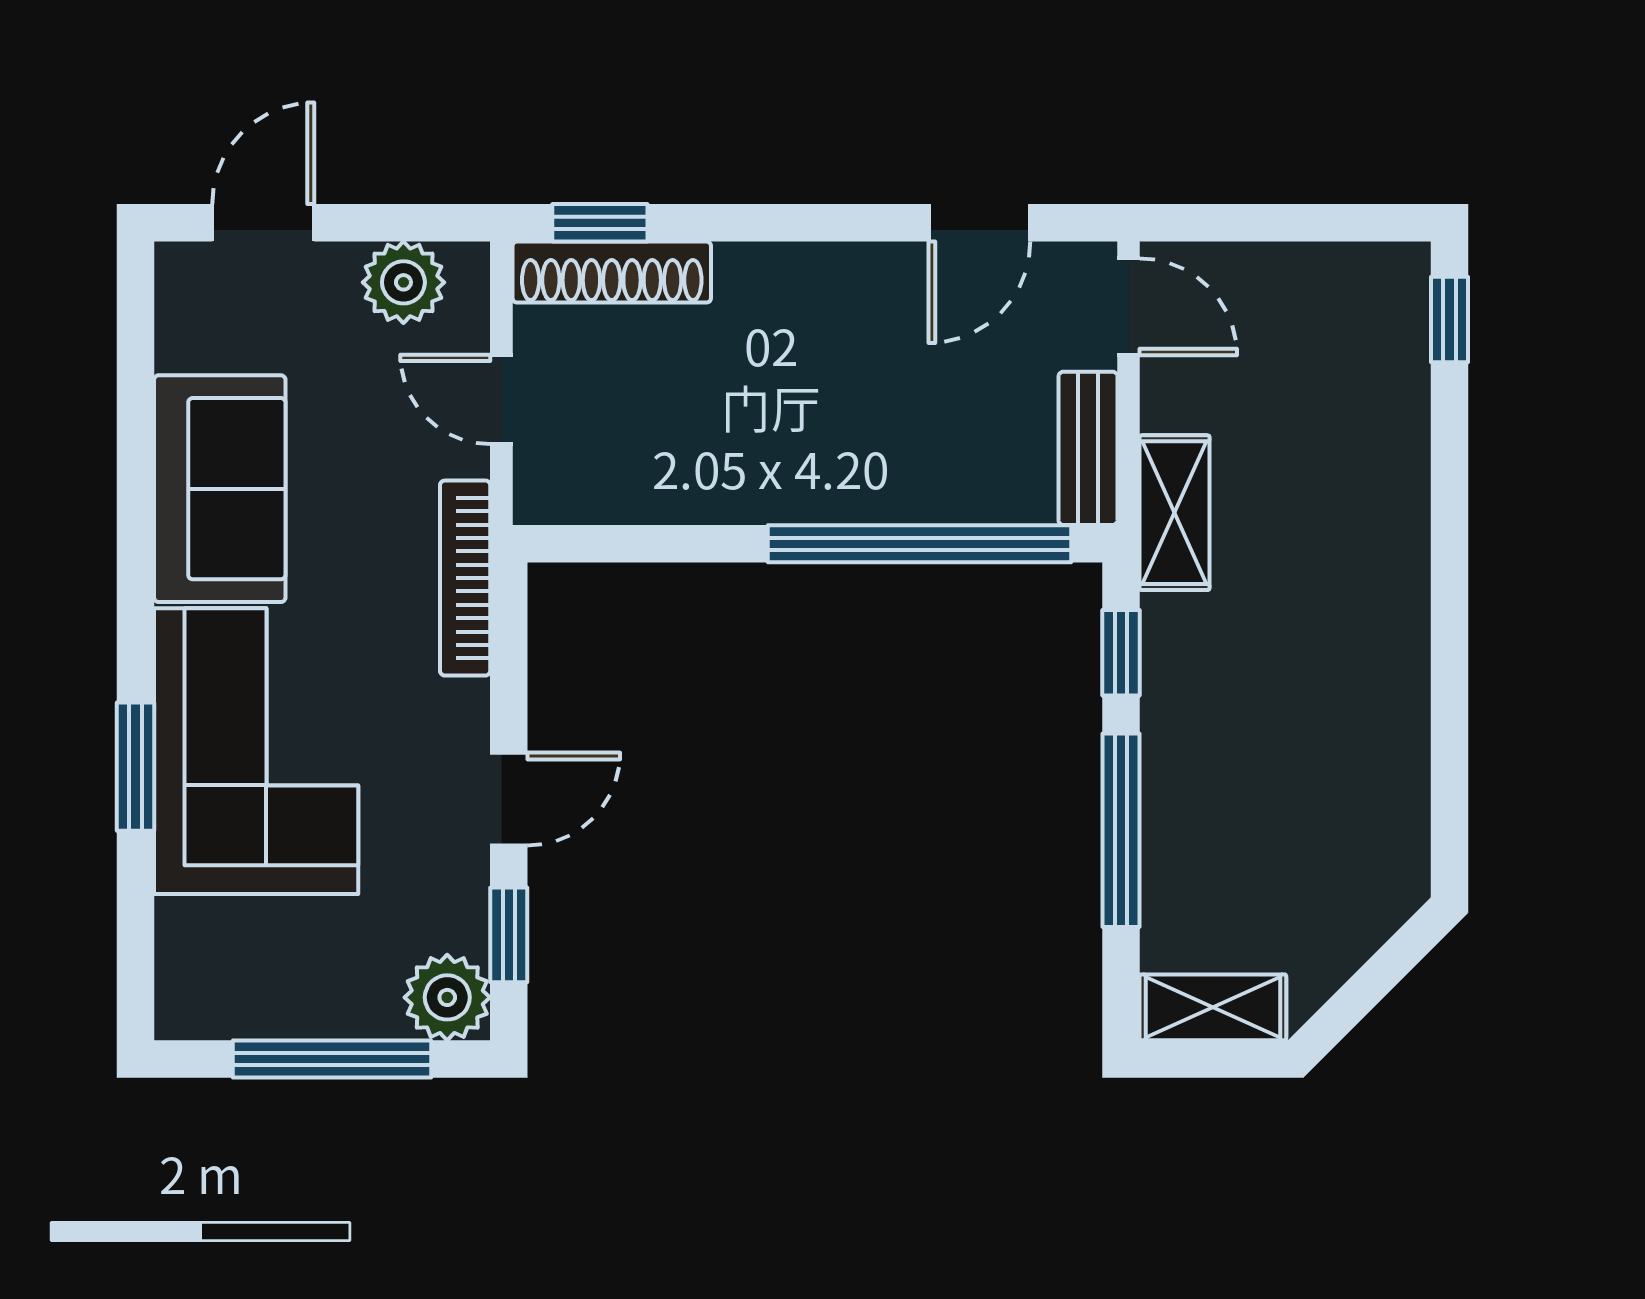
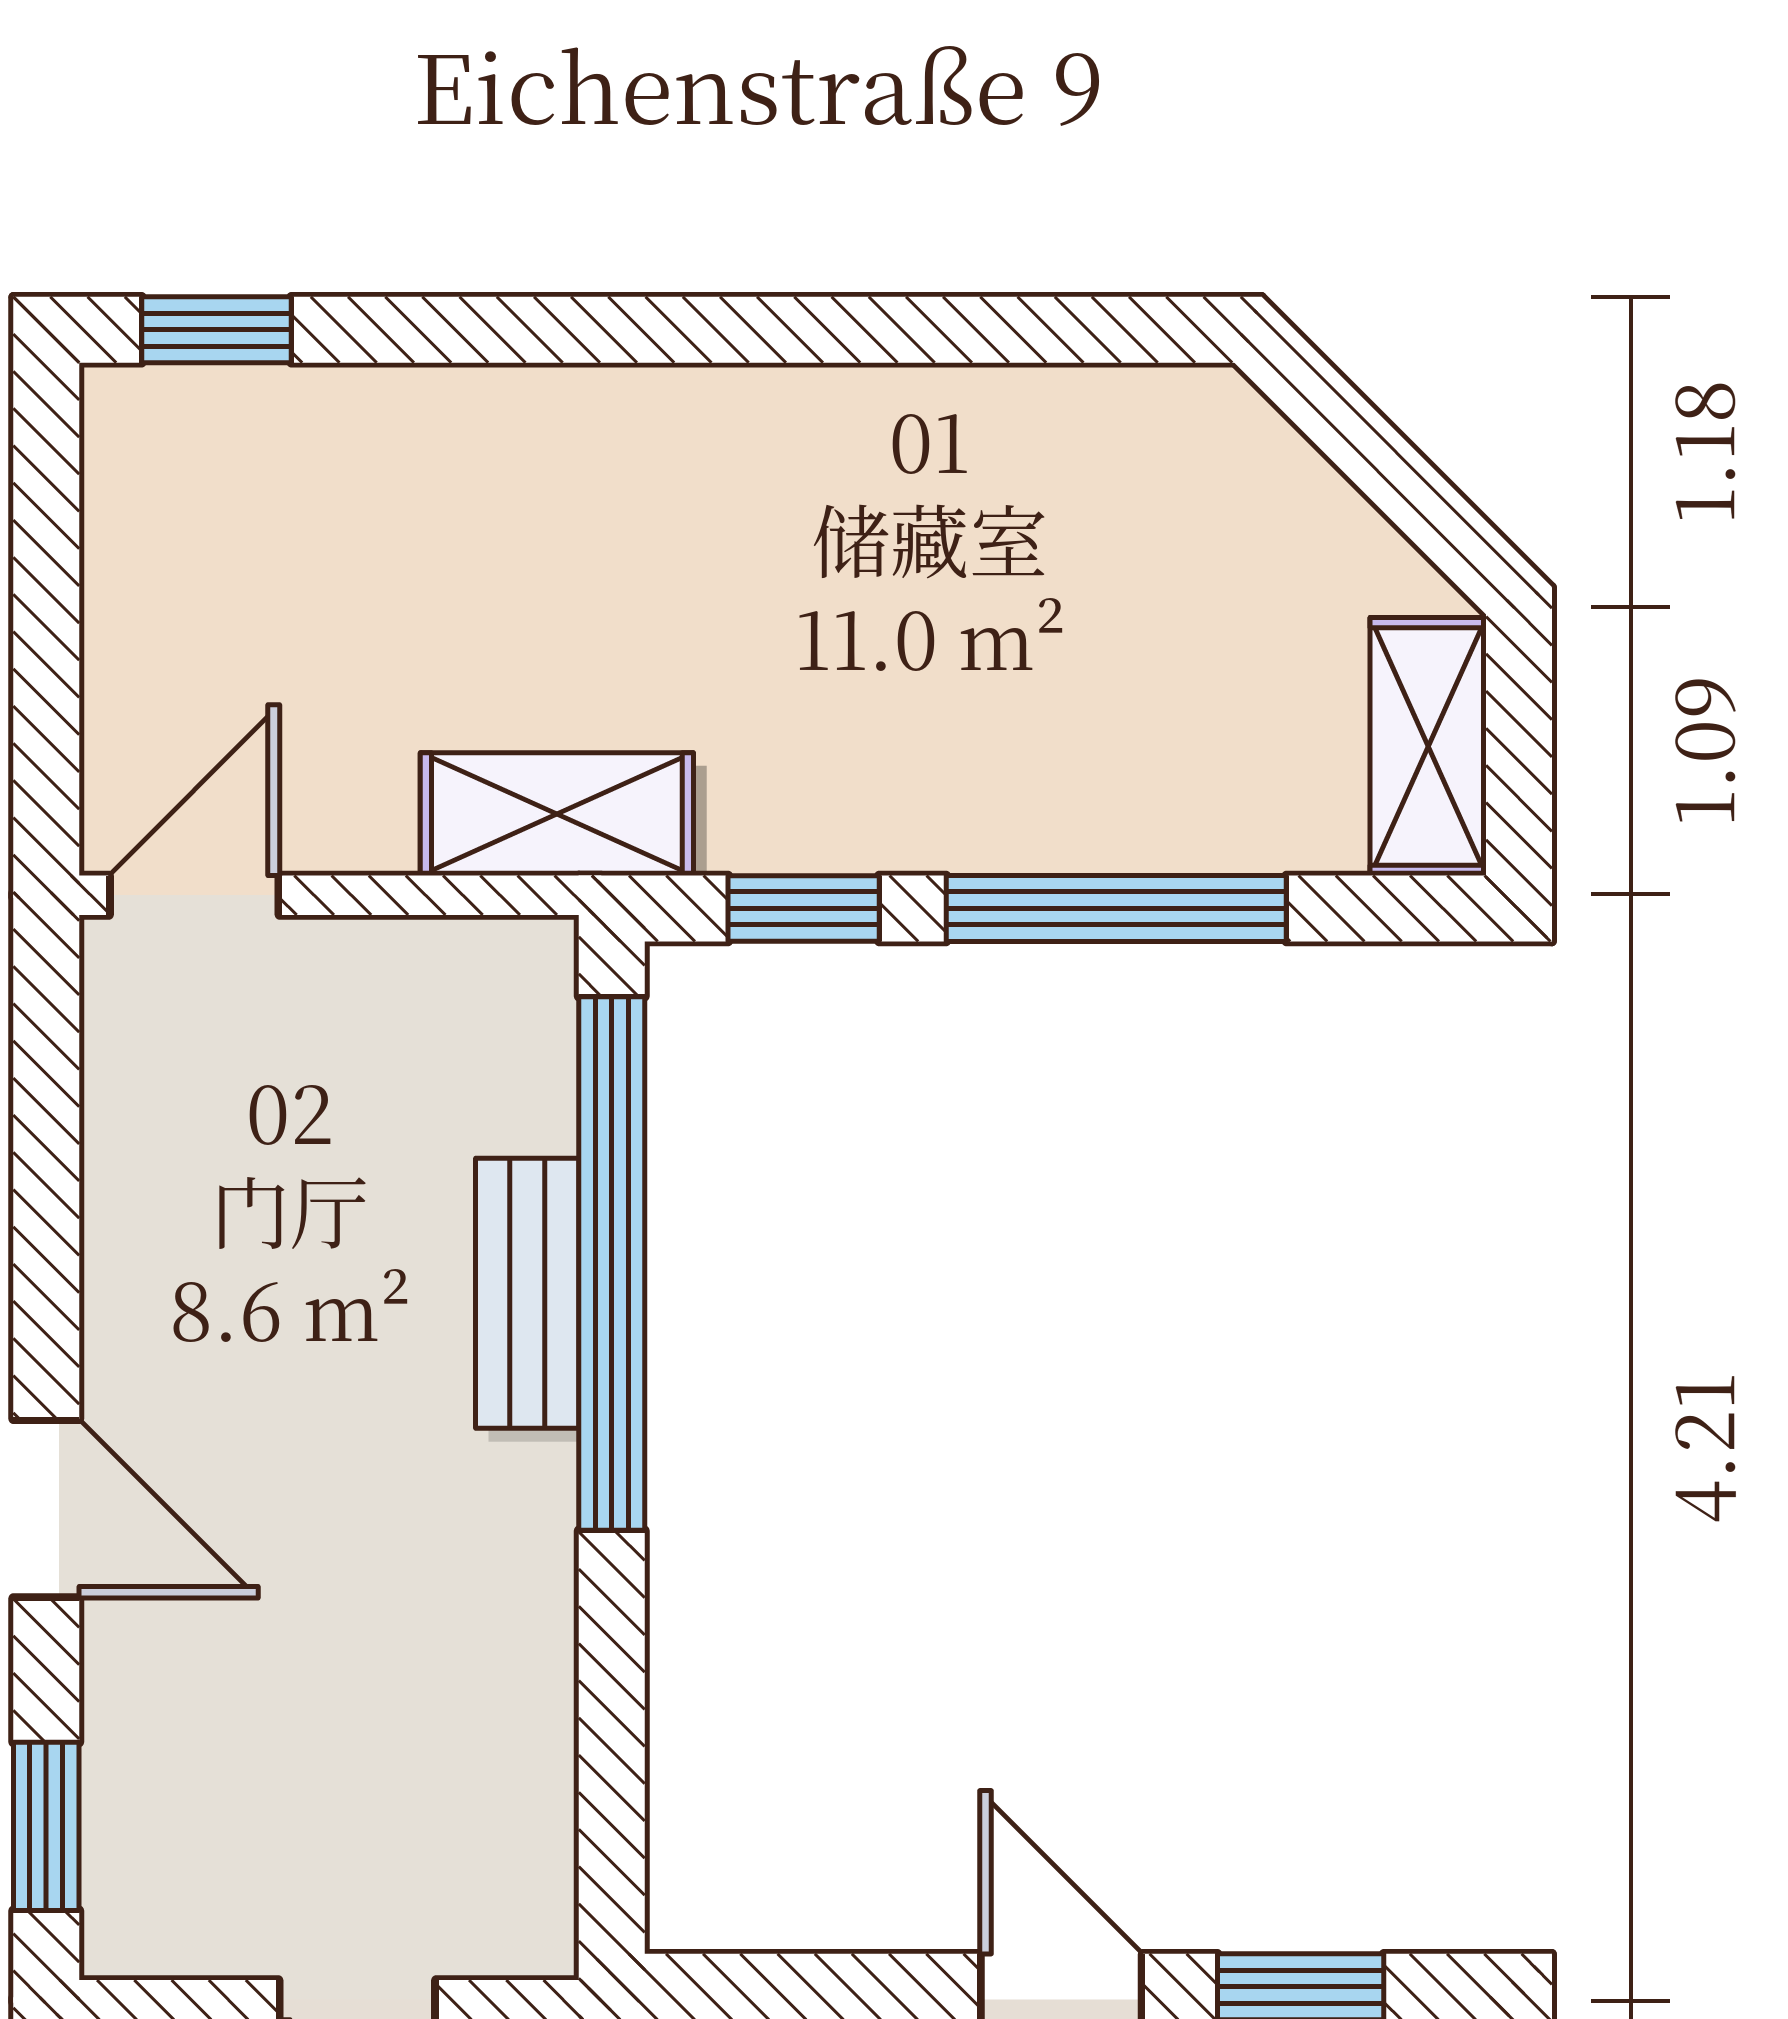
door: (979, 223) -> (46, 1509), moved
shoe rack: (612, 272) -> (133, 1805), removed
bench: (1088, 448) -> (527, 1293), moved, turned 90

